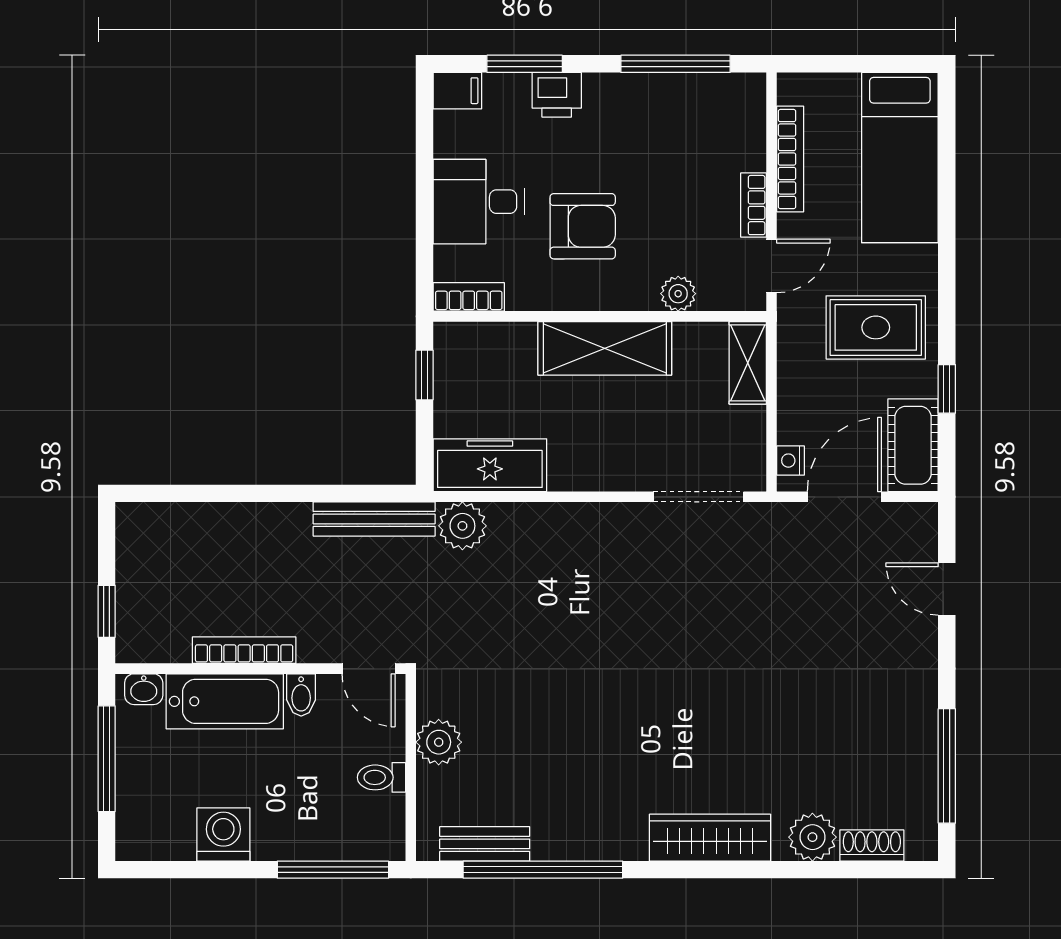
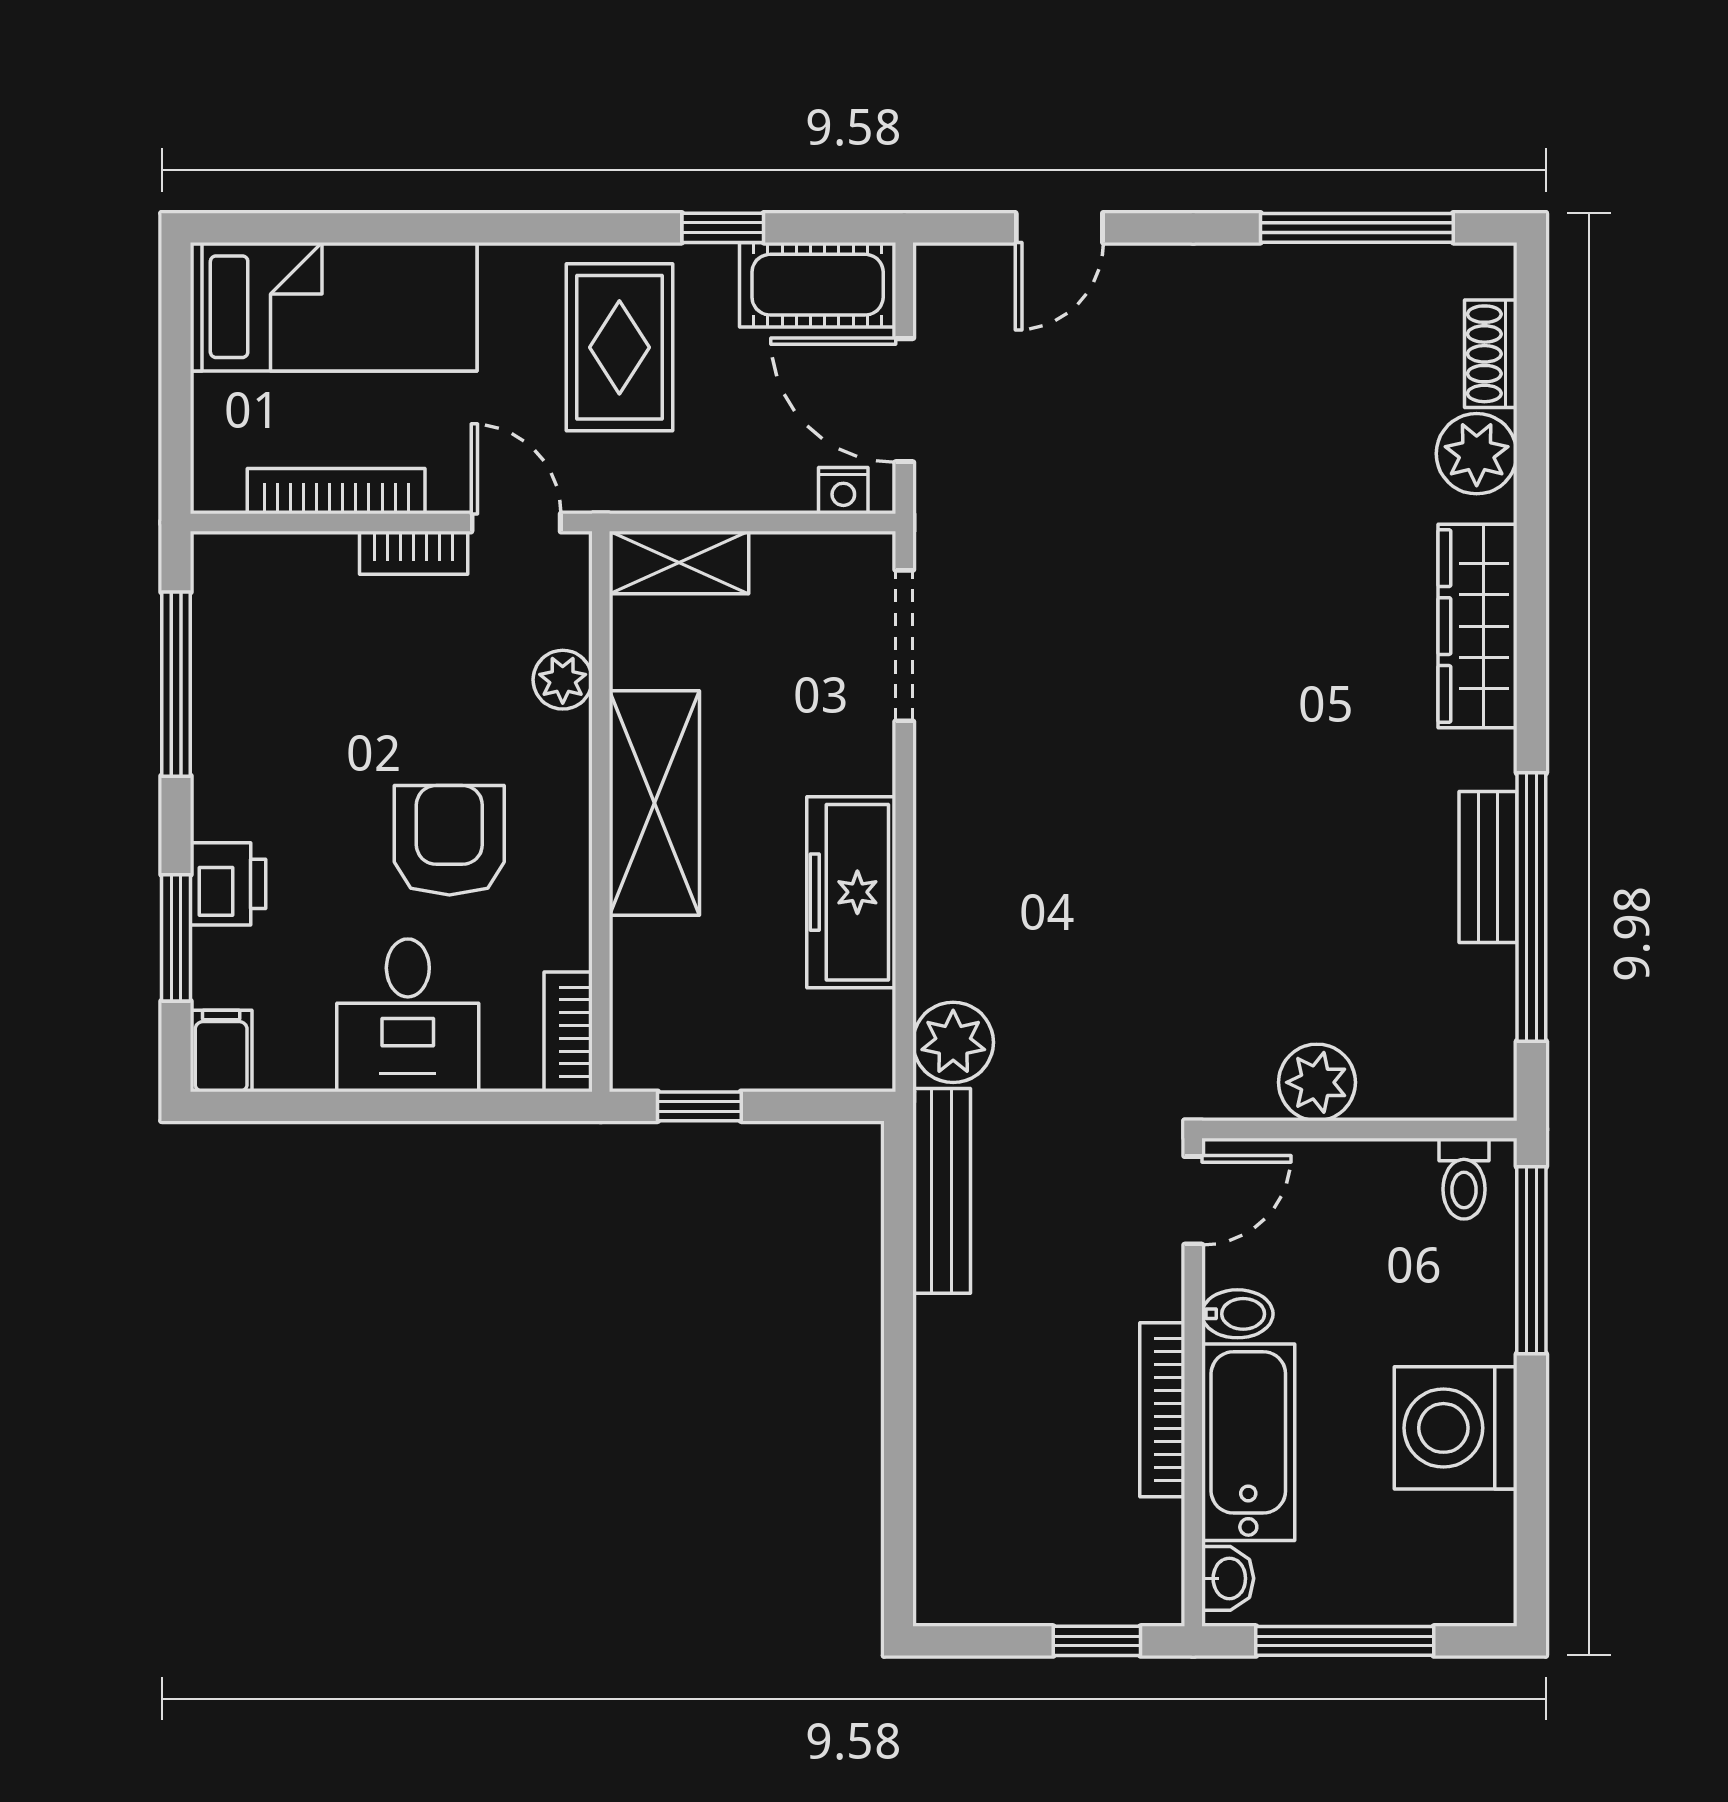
freezer: (490, 465) -> (851, 892), moved
toilet: (381, 777) -> (1464, 1179), moved
washing machine: (223, 834) -> (1456, 1428), width x1.37, depth x1.37
bench: (485, 844) -> (1488, 867), moved

